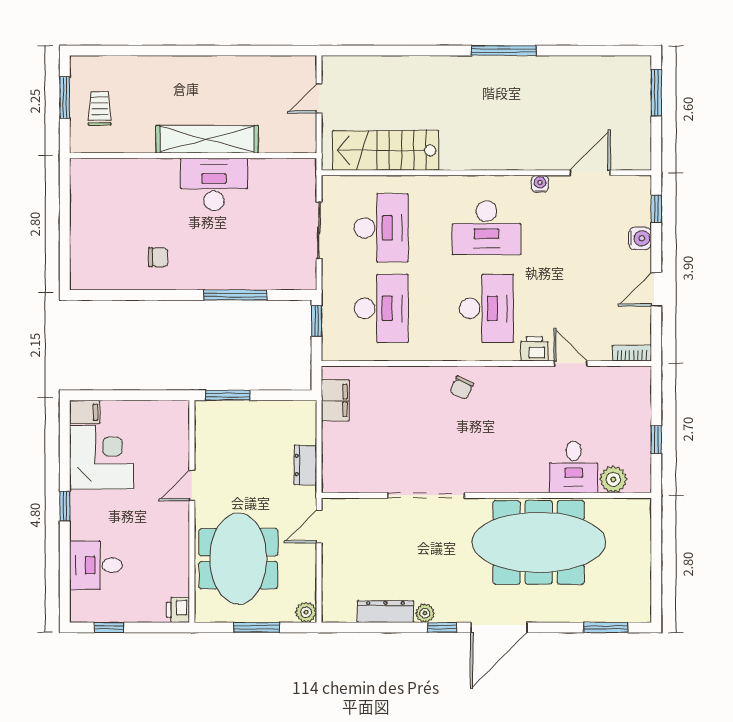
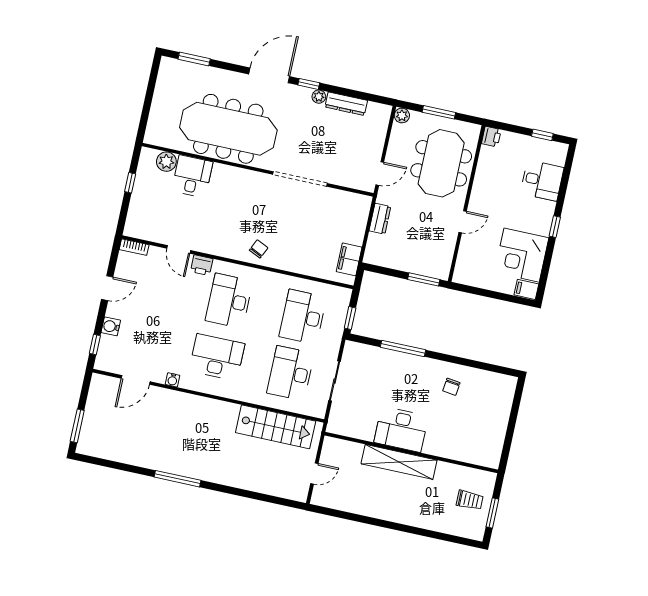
trolley: (100, 108) -> (470, 500), turned -90
chair: (158, 257) -> (451, 387), turned -83

